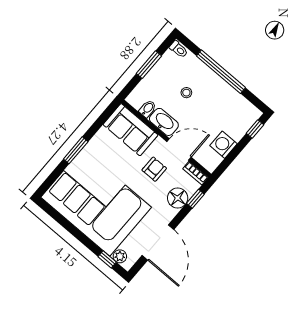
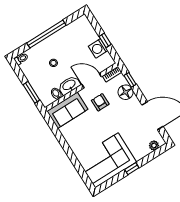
window: (149, 65) -> (31, 92), moved
window: (255, 129) -> (105, 40), moved
door: (179, 149) -> (92, 81), hinge flipped
window: (76, 150) -> (70, 153), removed
corner sofa: (96, 202) -> (107, 160), width x0.73, depth x0.74
window: (107, 259) -> (132, 169), moved

